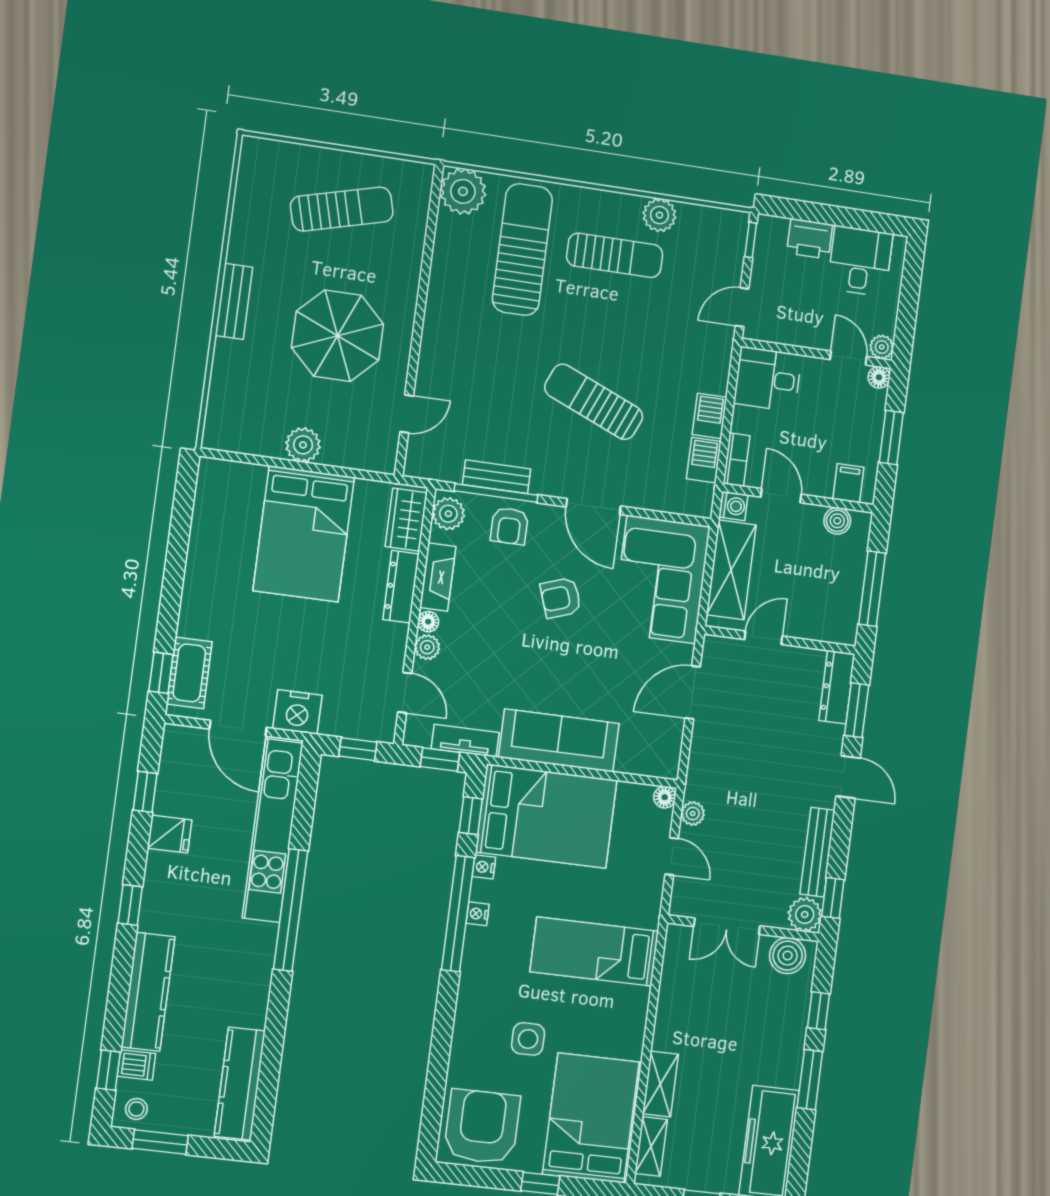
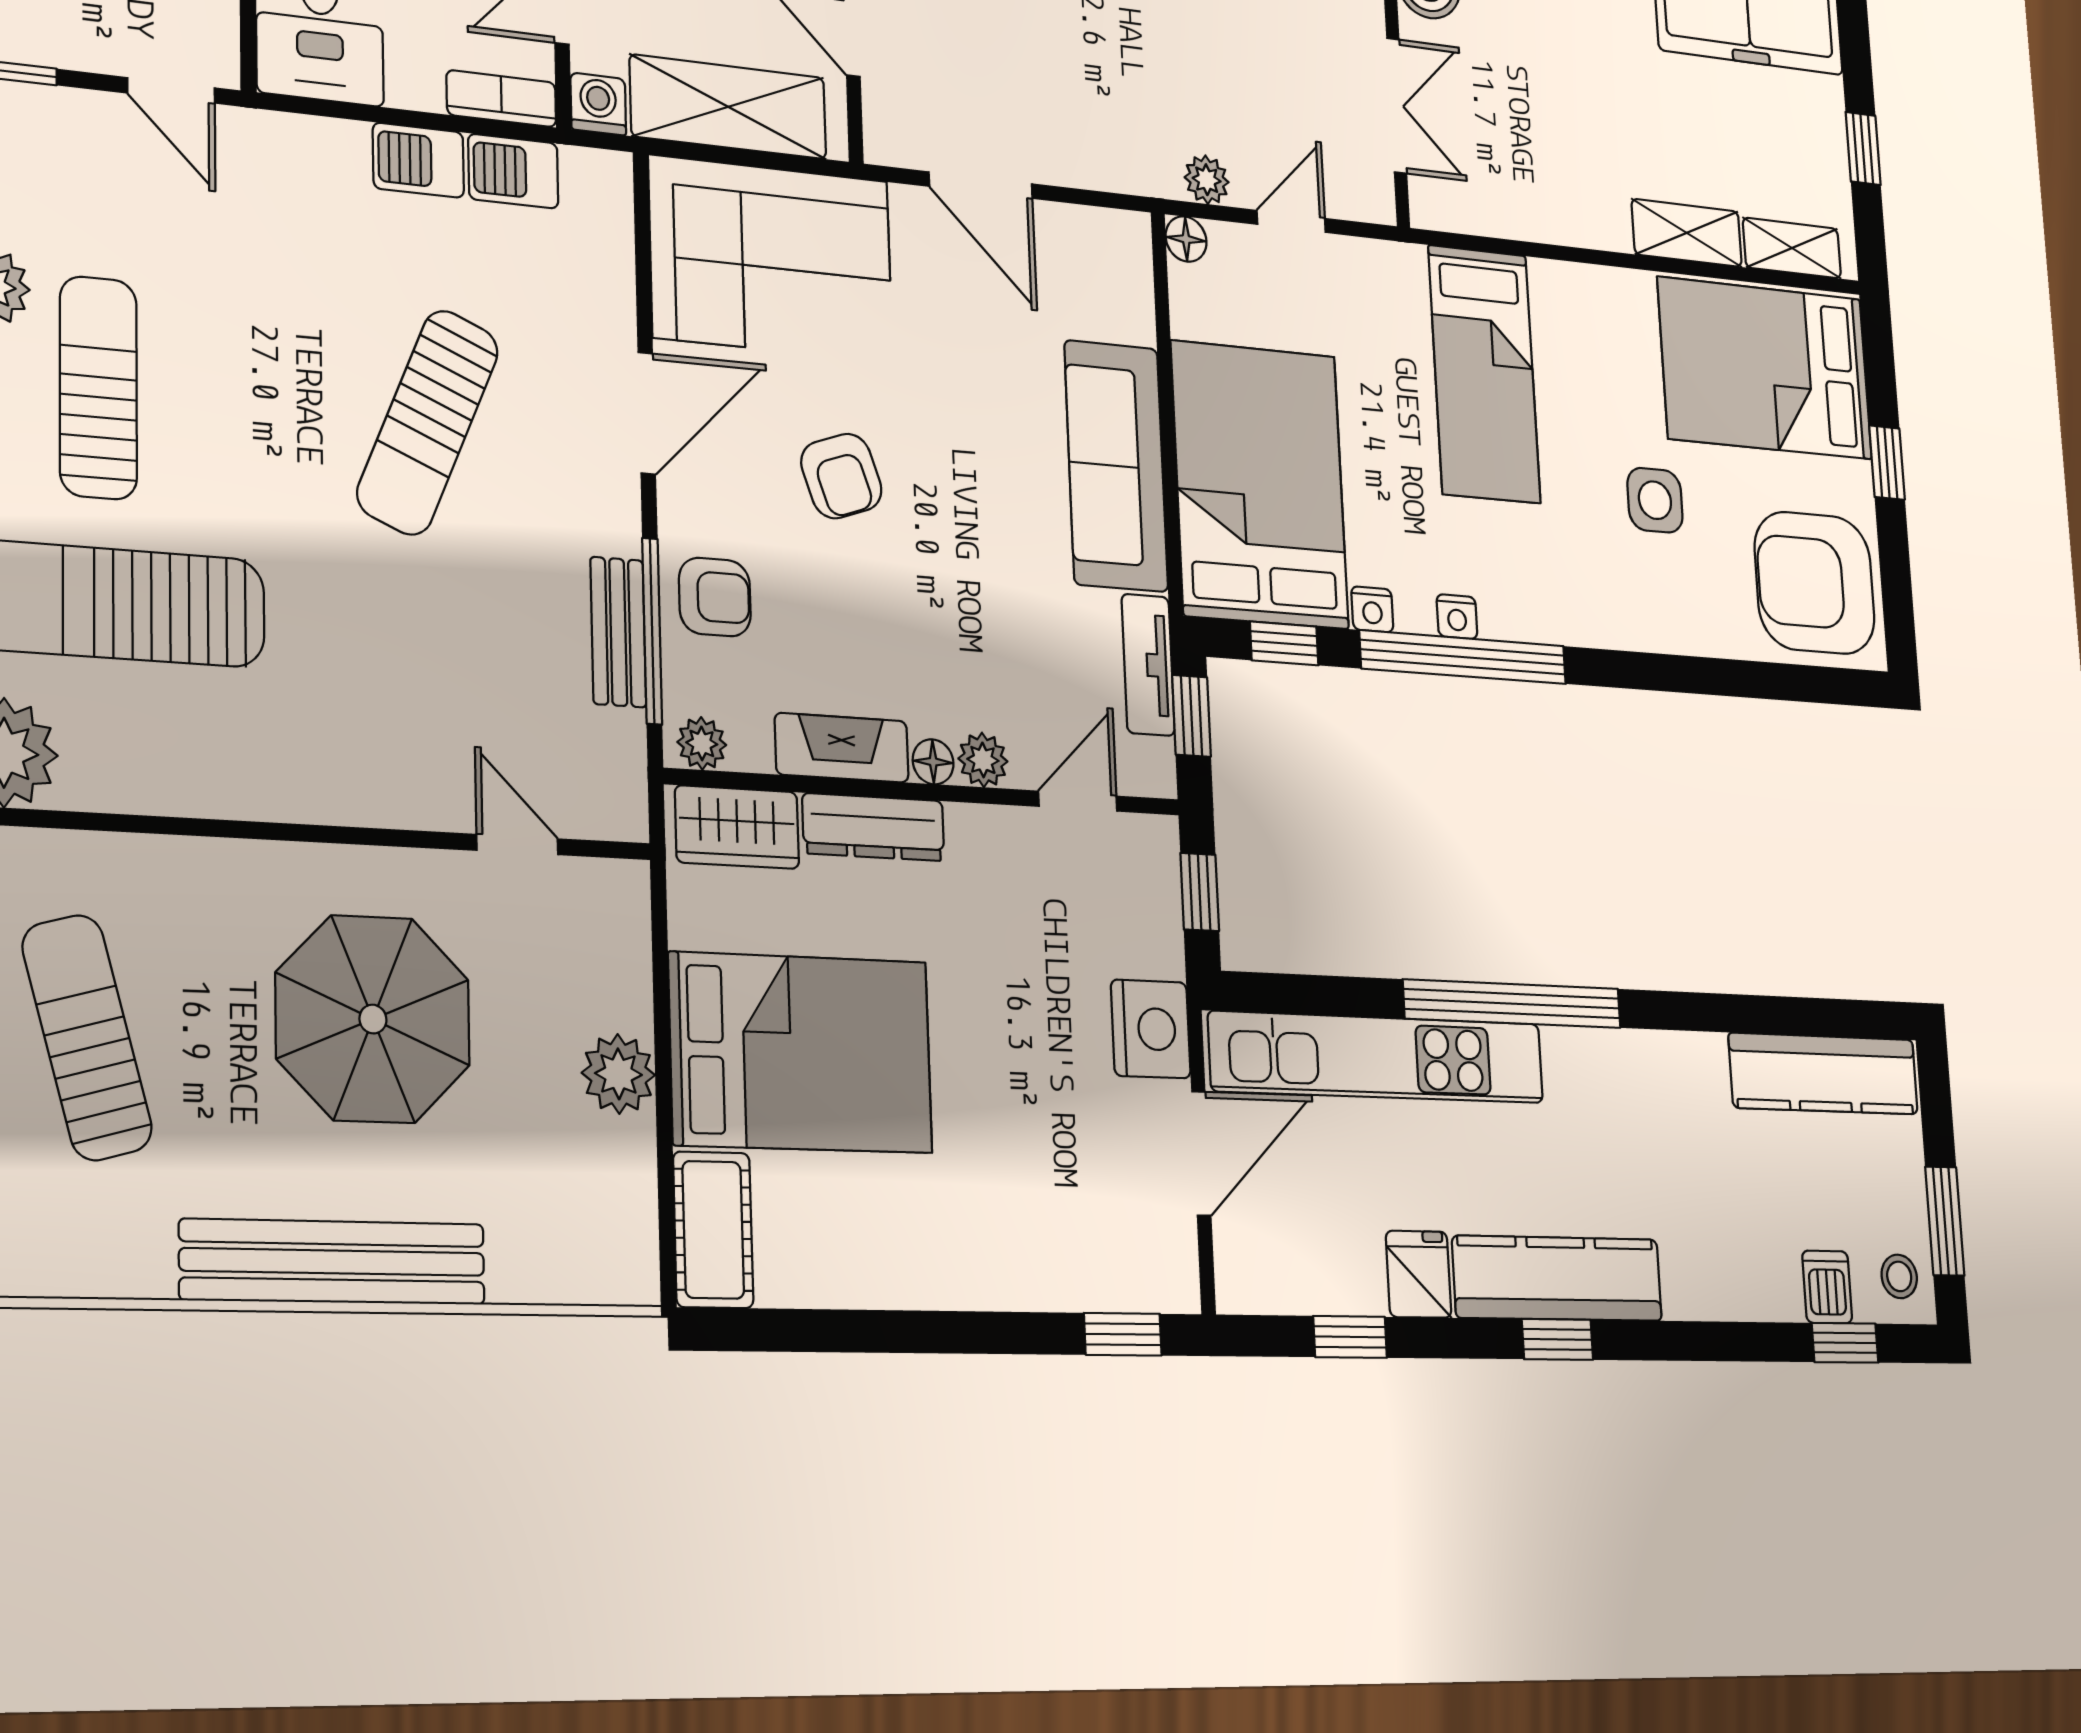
bench: (234, 301) -> (333, 1262), width x1.86, depth x1.21
plant: (448, 514) -> (702, 743), width x0.73, depth x0.73
cot: (189, 673) -> (713, 1230), moved, turned 90
kitchen counter: (148, 992) -> (1557, 1278), moved

